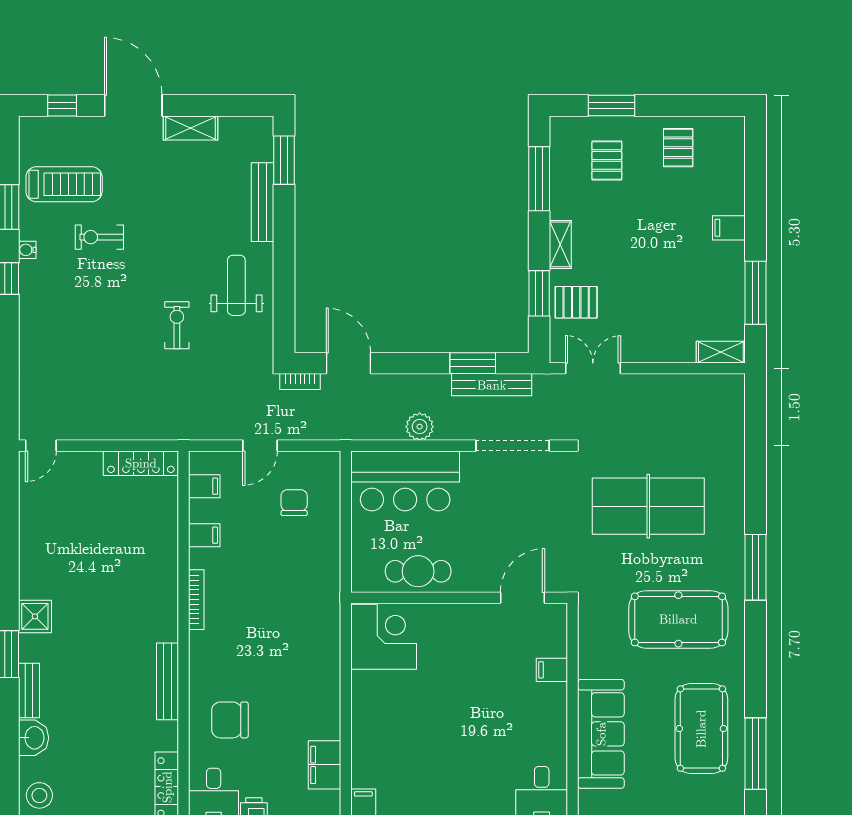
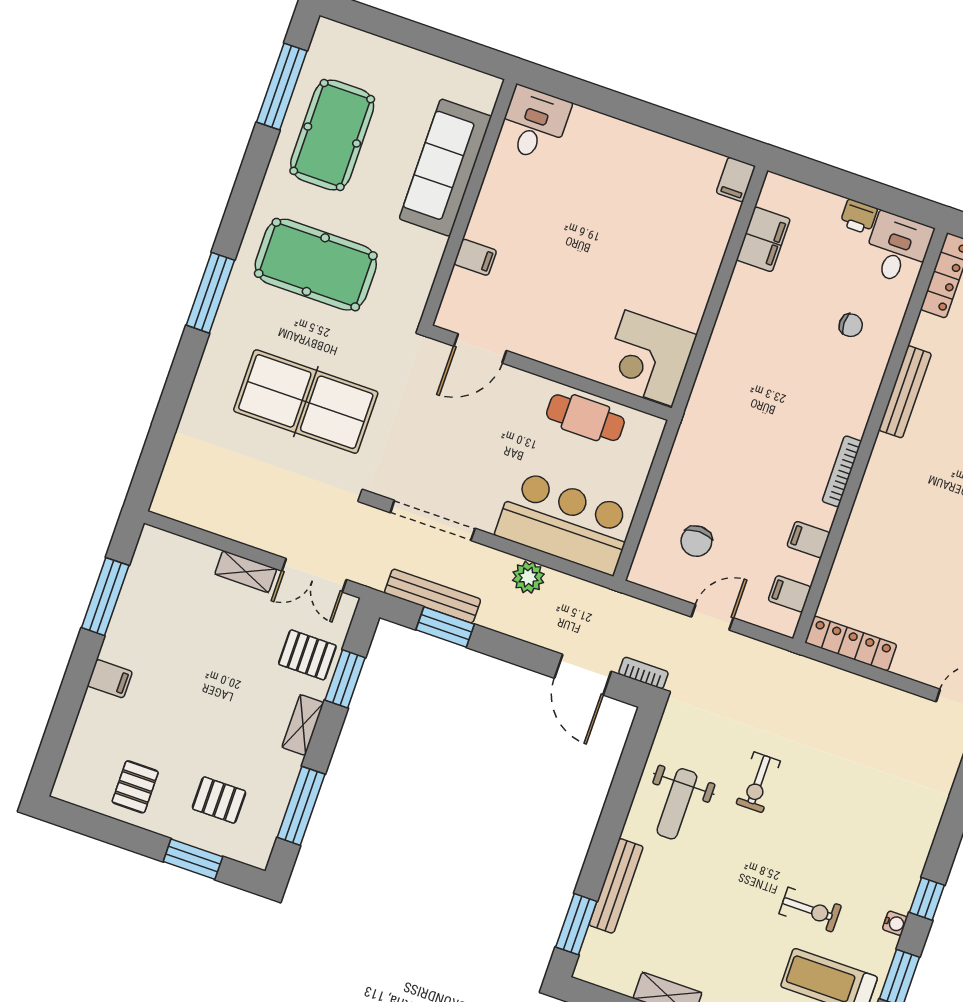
pallet: (607, 160) -> (219, 800), turned 90
shelving: (721, 352) -> (246, 572), moved
chair: (230, 720) -> (851, 325), width x0.54, depth x0.54

